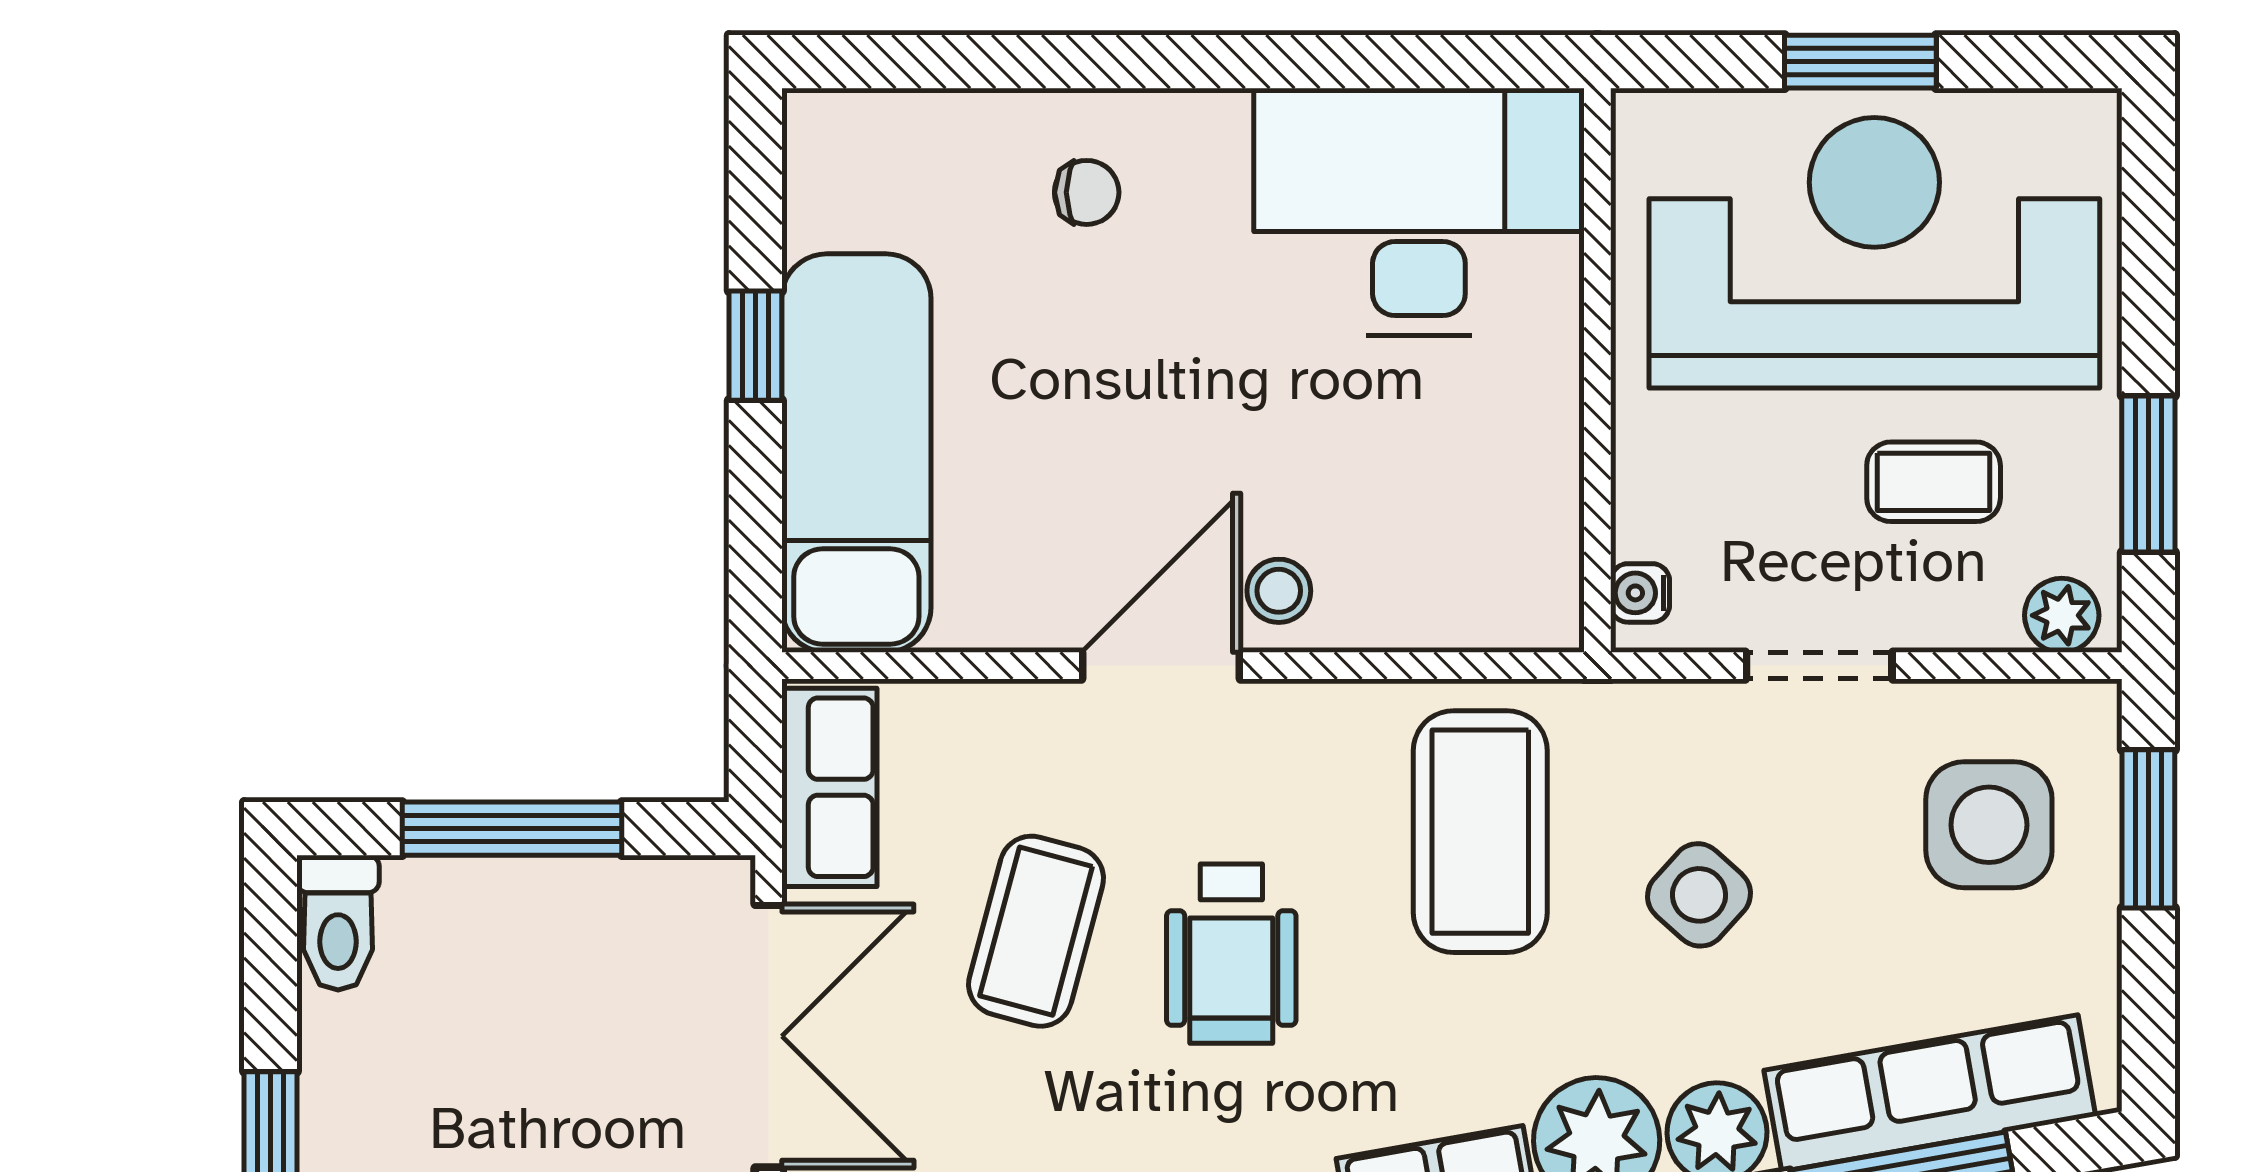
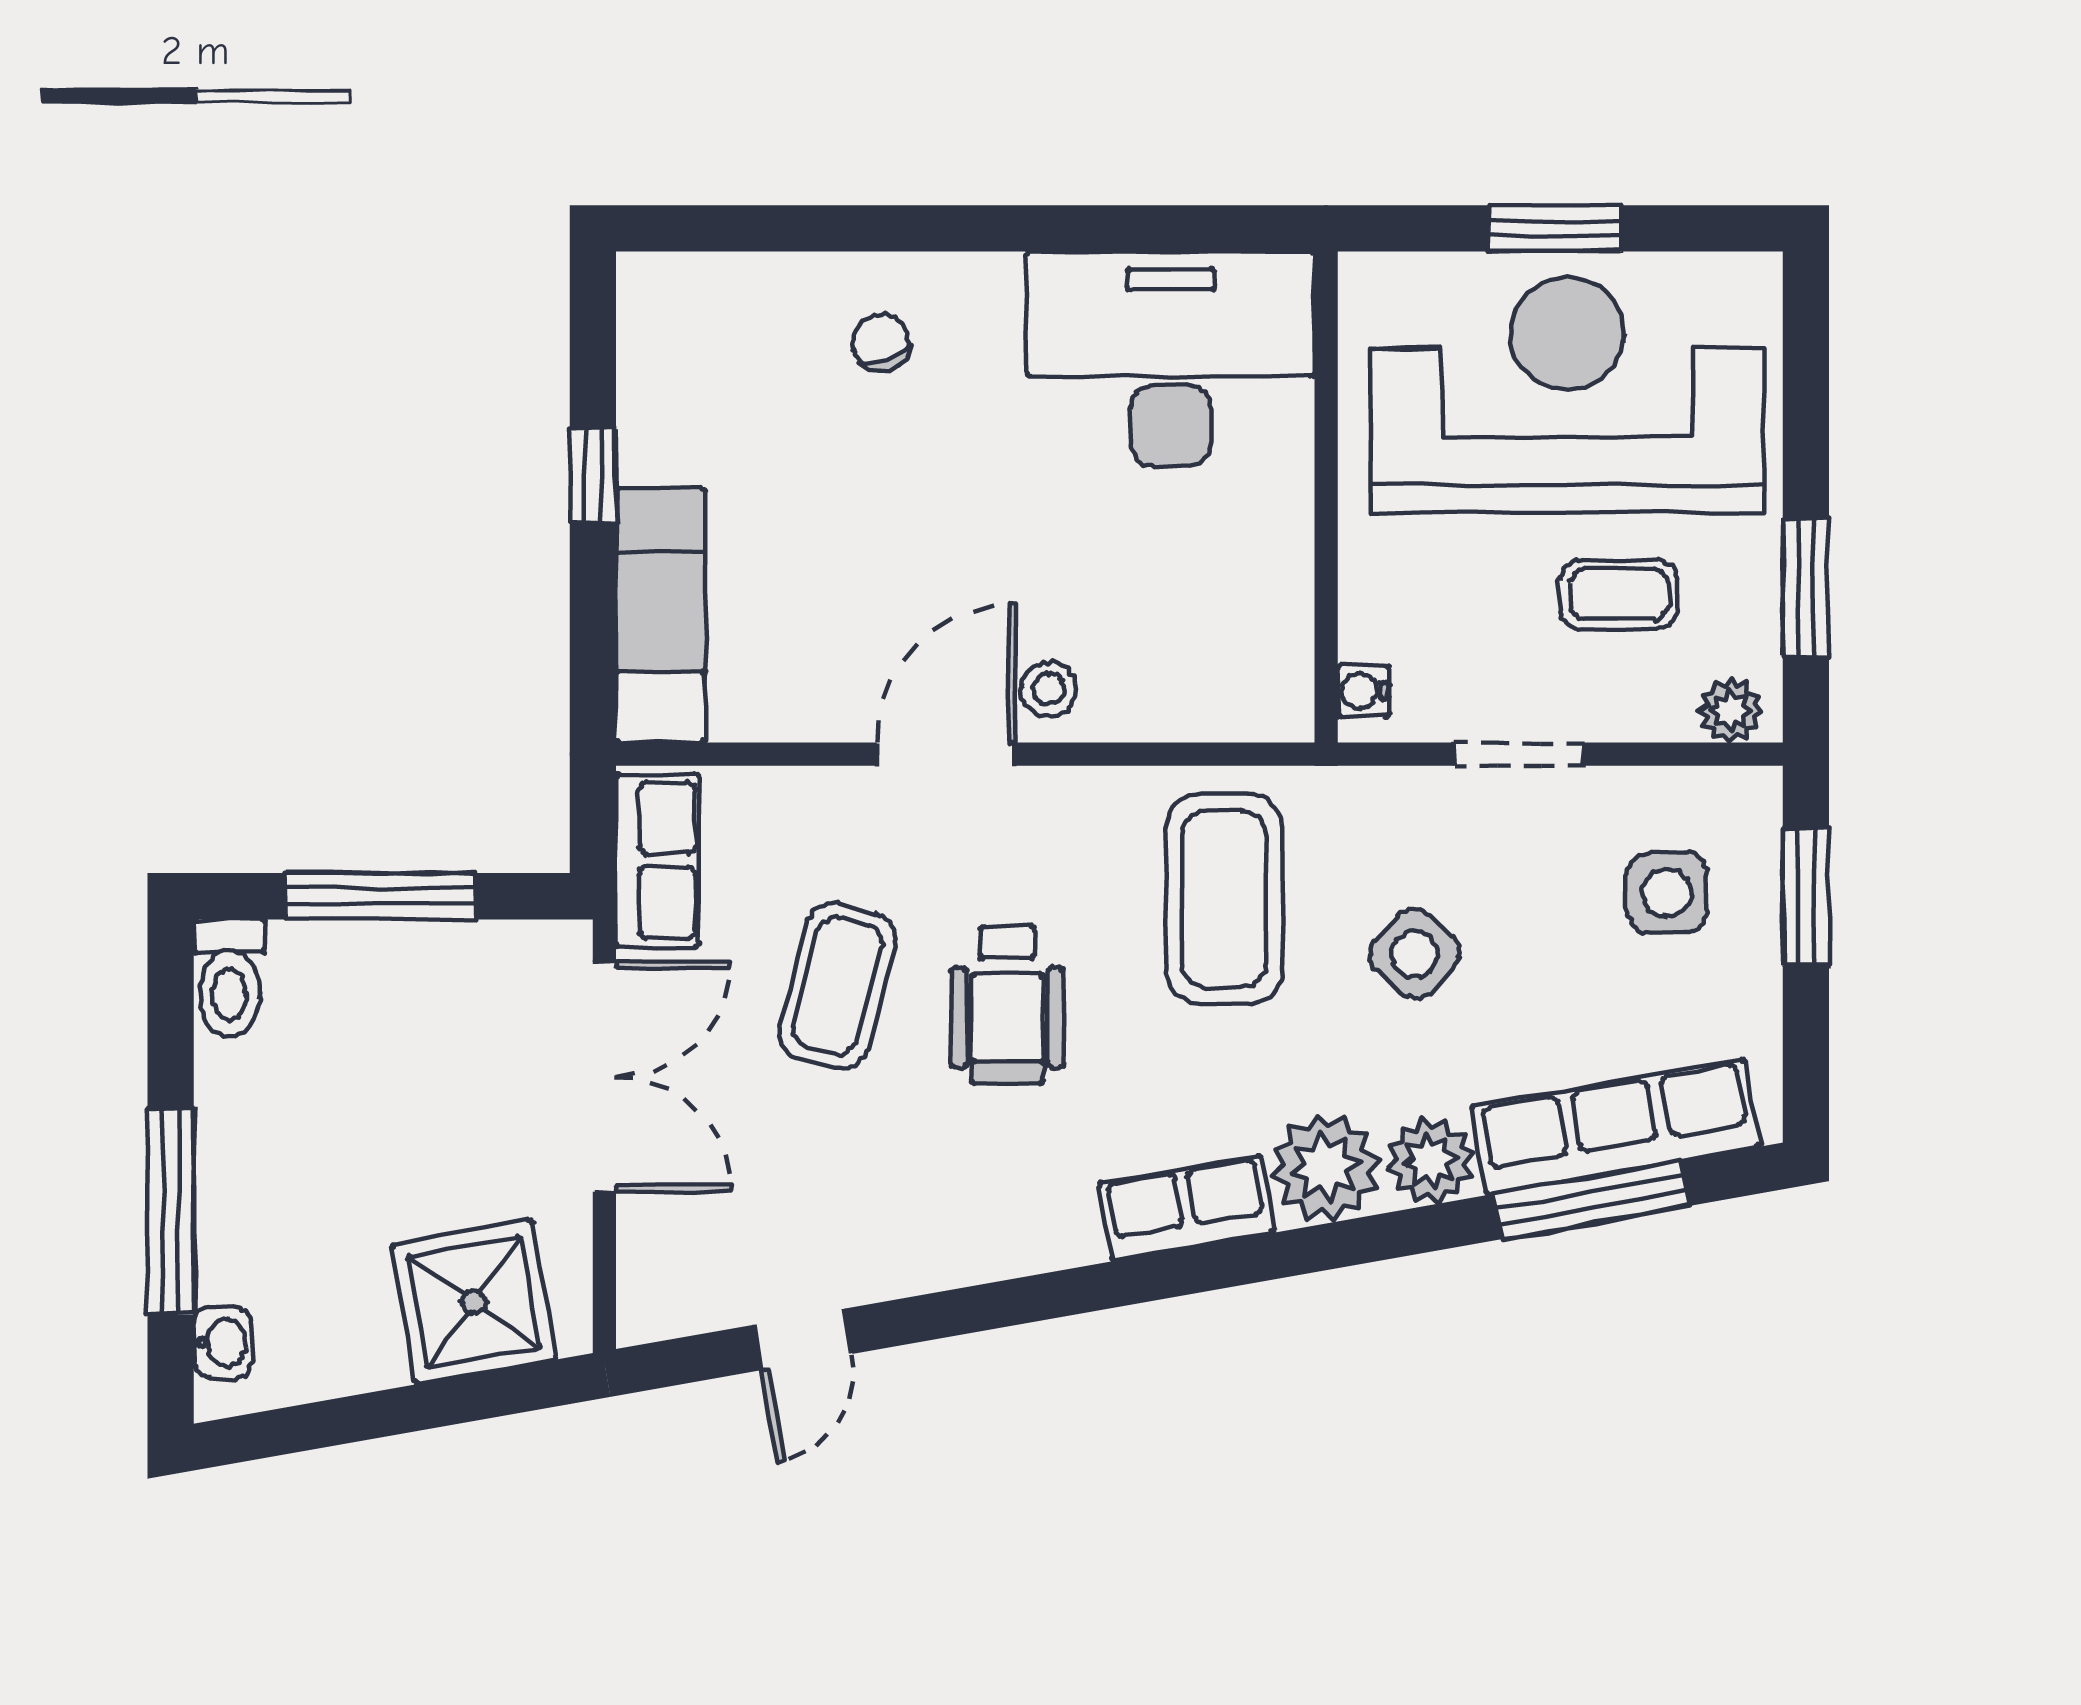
chair: (1087, 192) -> (881, 342), turned -108
exam couch: (856, 453) -> (660, 615), width x0.73, depth x0.69
side table: (1989, 825) -> (1667, 893), width x0.73, depth x0.73

